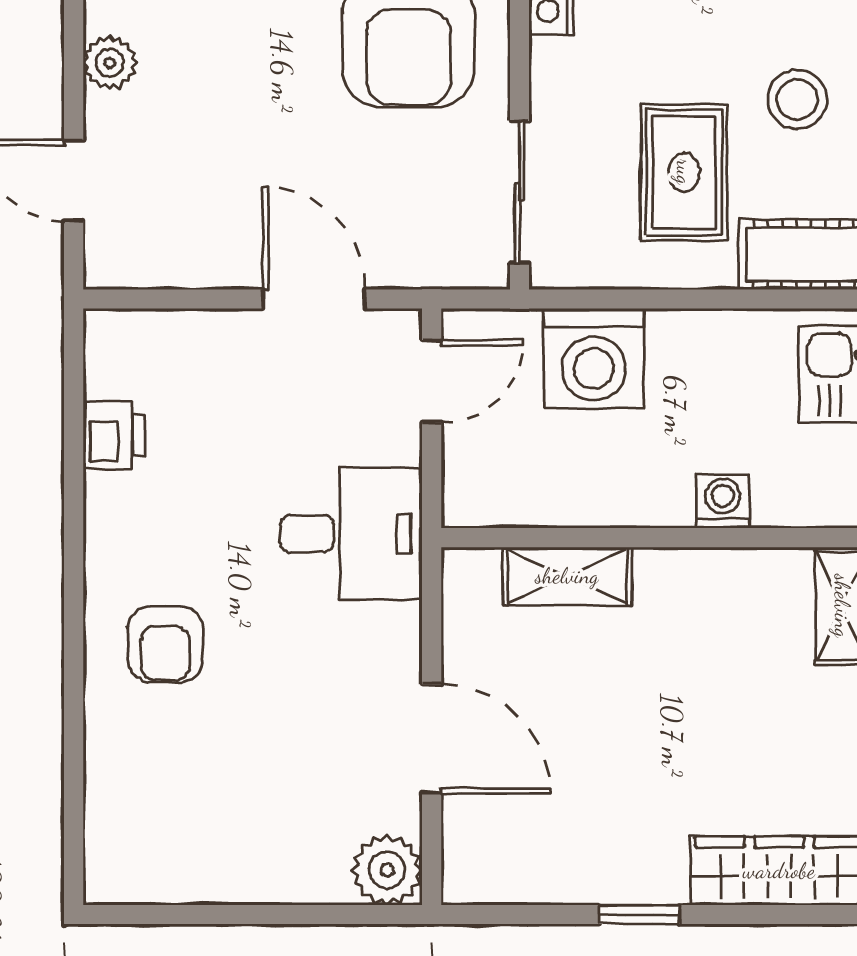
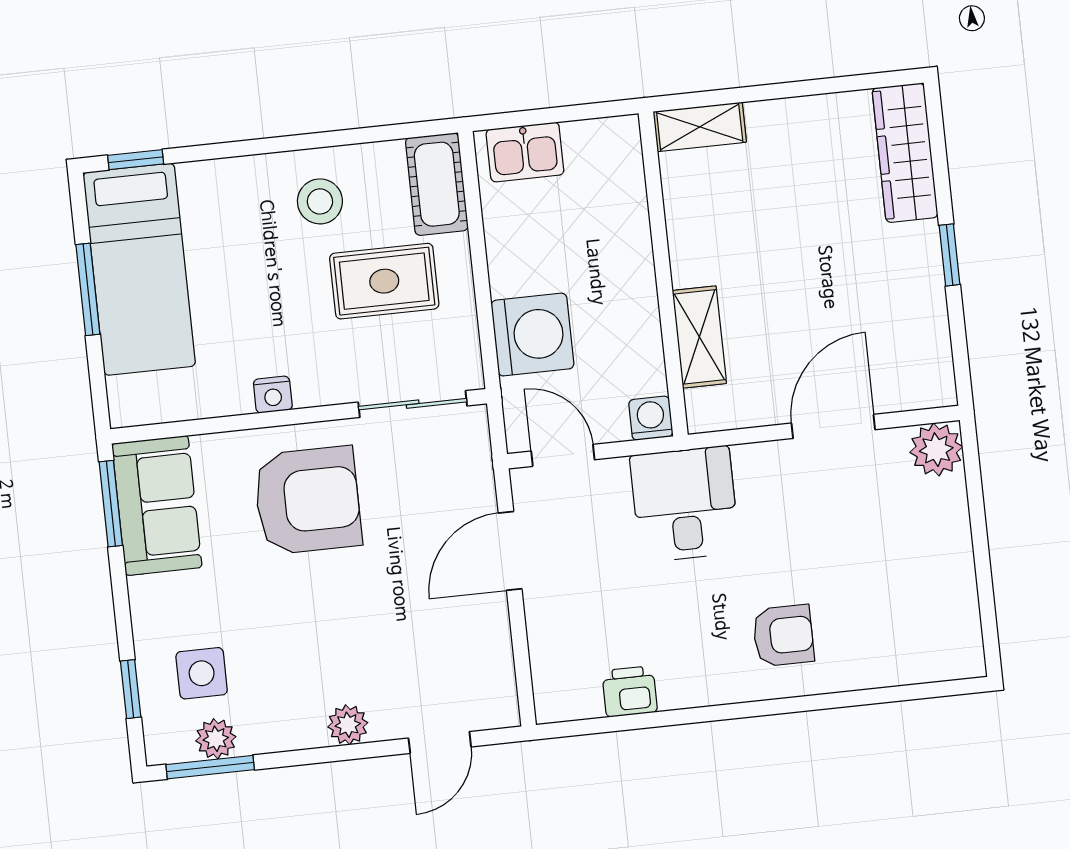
washing machine: (723, 501) -> (651, 418), moved, turned 90

